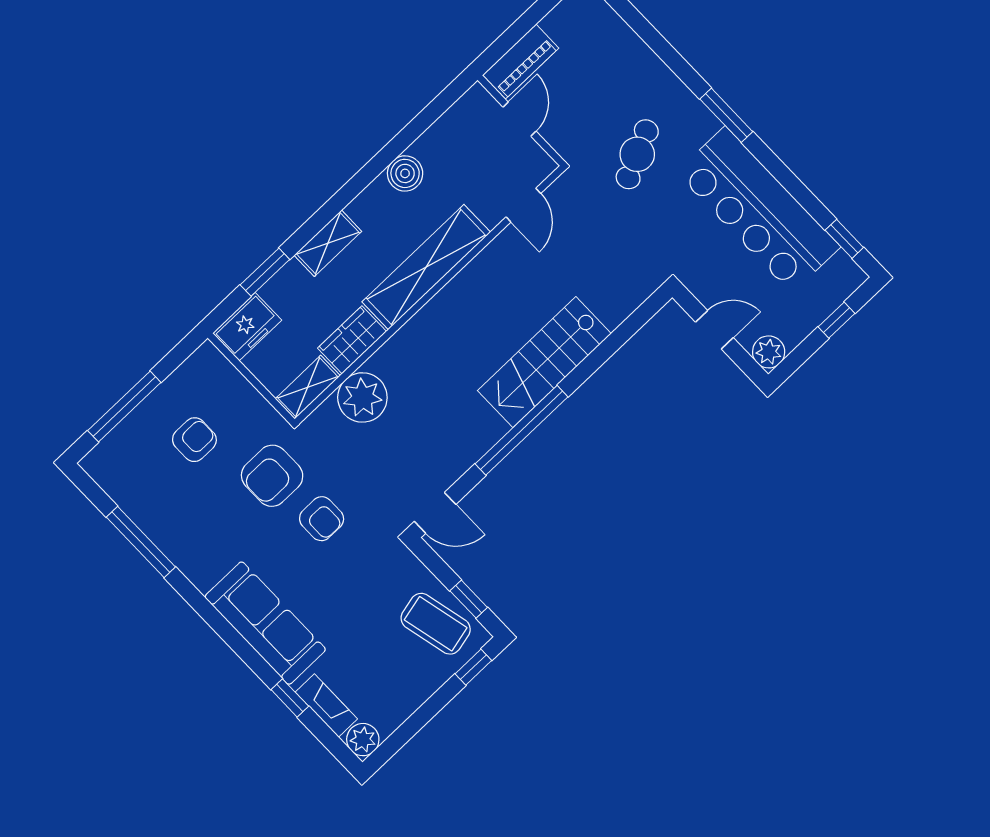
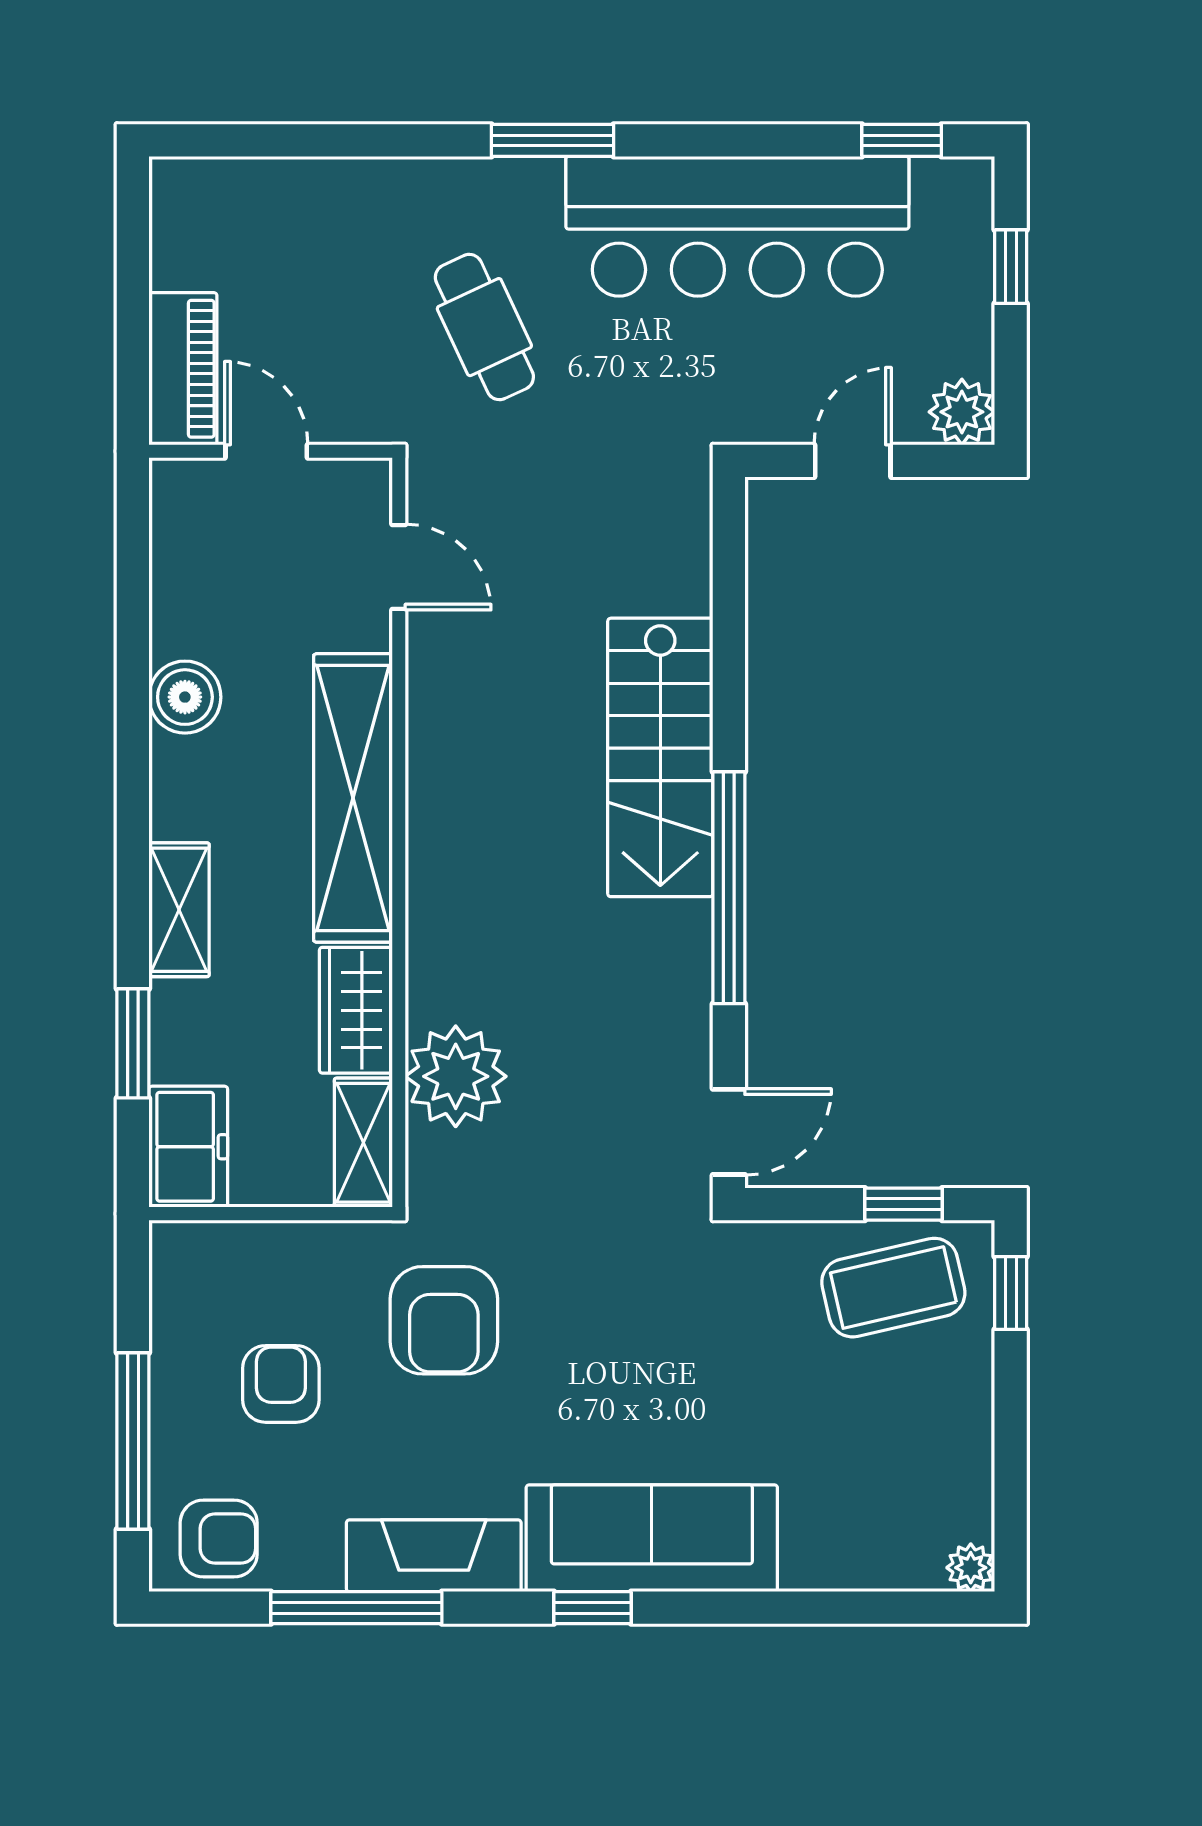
armchair: (322, 519) -> (219, 1539), moved
window: (290, 698) -> (592, 1608), moved
fireplace: (326, 706) -> (434, 1556), moved, width x1.37, depth x1.32
plant: (363, 740) -> (971, 1568), width x0.73, depth x0.73

